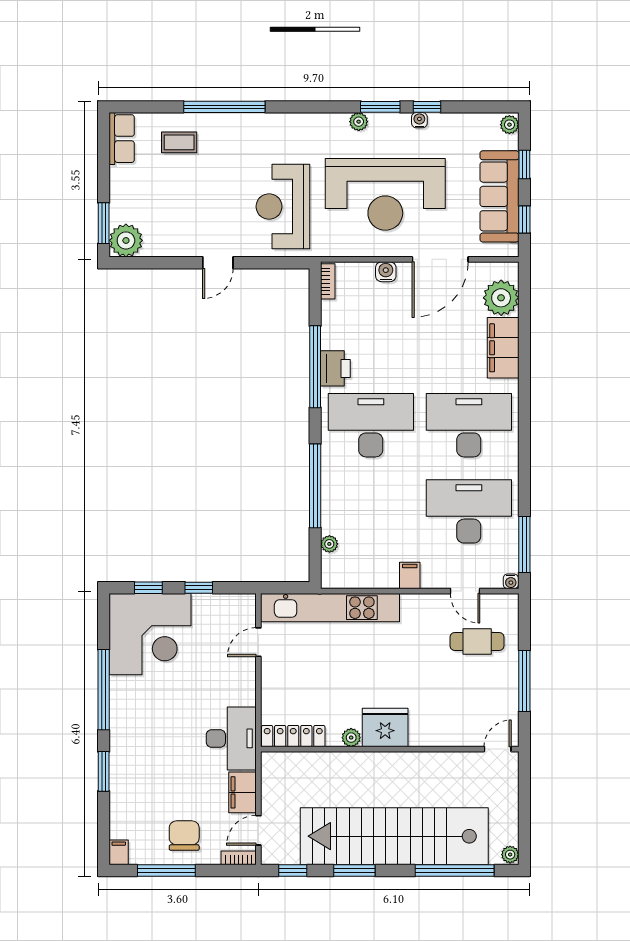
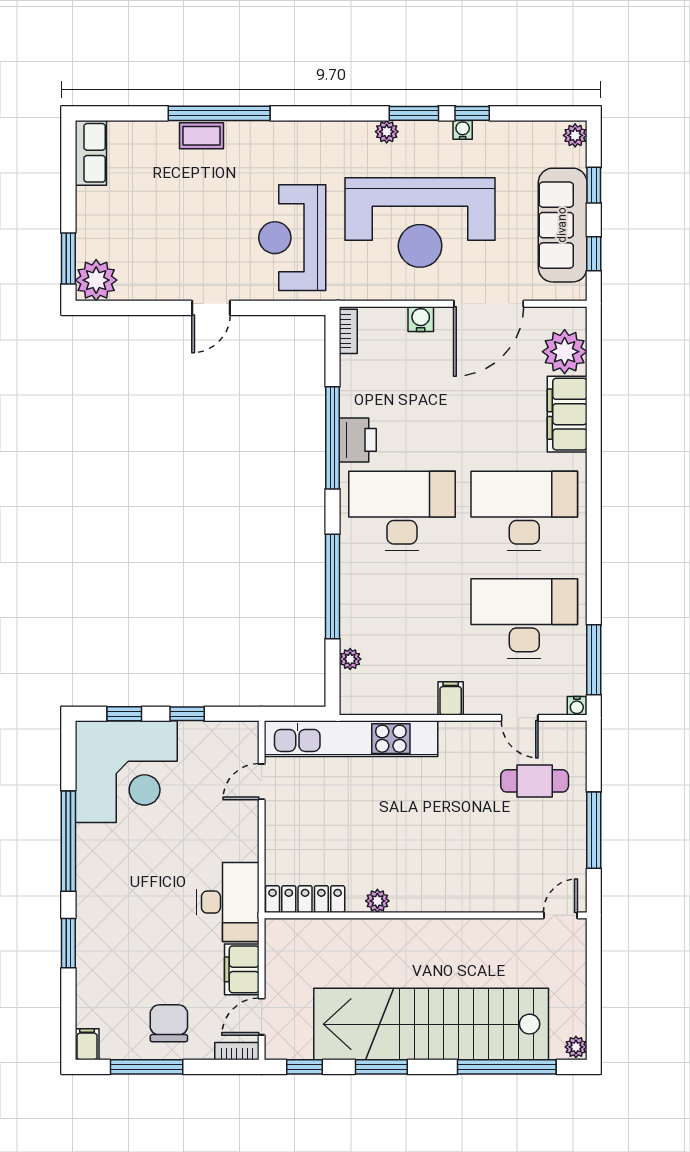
coffee table: (179, 142) -> (202, 136), moved
fridge: (385, 728) -> (420, 888), removed

